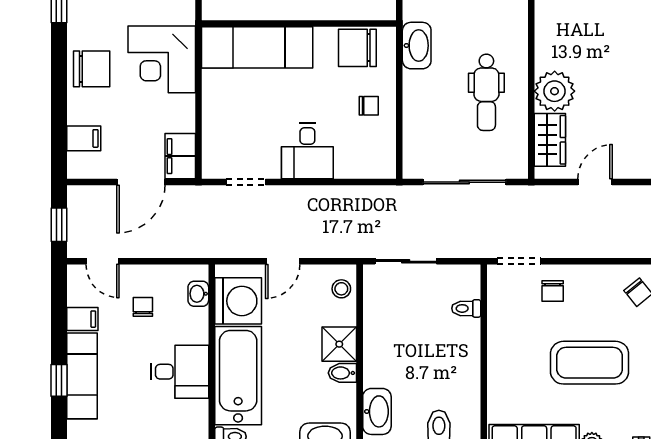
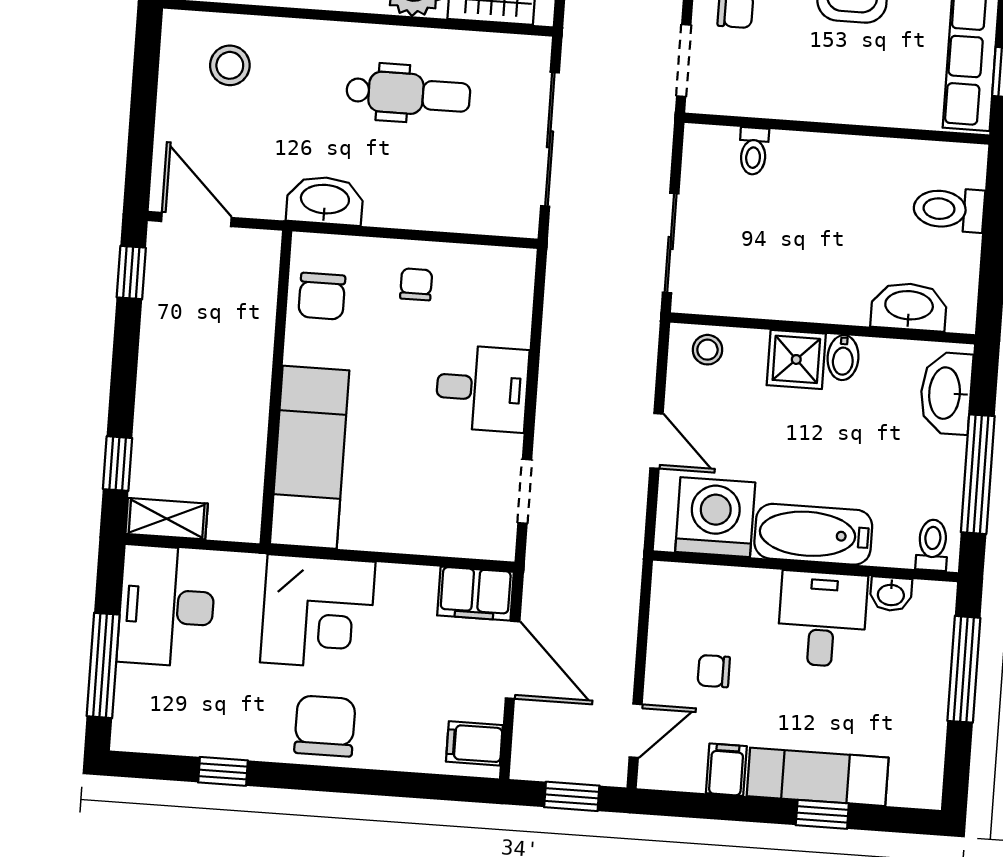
chair: (357, 48) -> (322, 296), width x0.73, depth x0.73
filing cabinet: (84, 138) -> (474, 743), moved, turned -90
washbasin: (198, 294) -> (891, 594), moved
bathtub: (238, 376) -> (813, 534), width x0.73, depth x0.73

